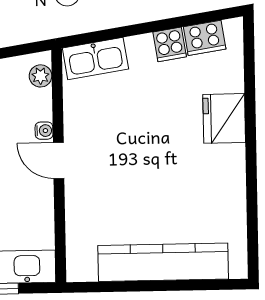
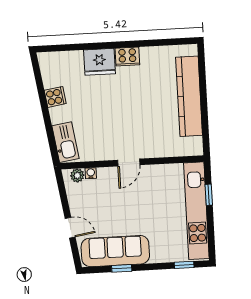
cooker: (205, 38) -> (127, 57), moved, turned 99
water cooler: (44, 131) -> (91, 173), moved

